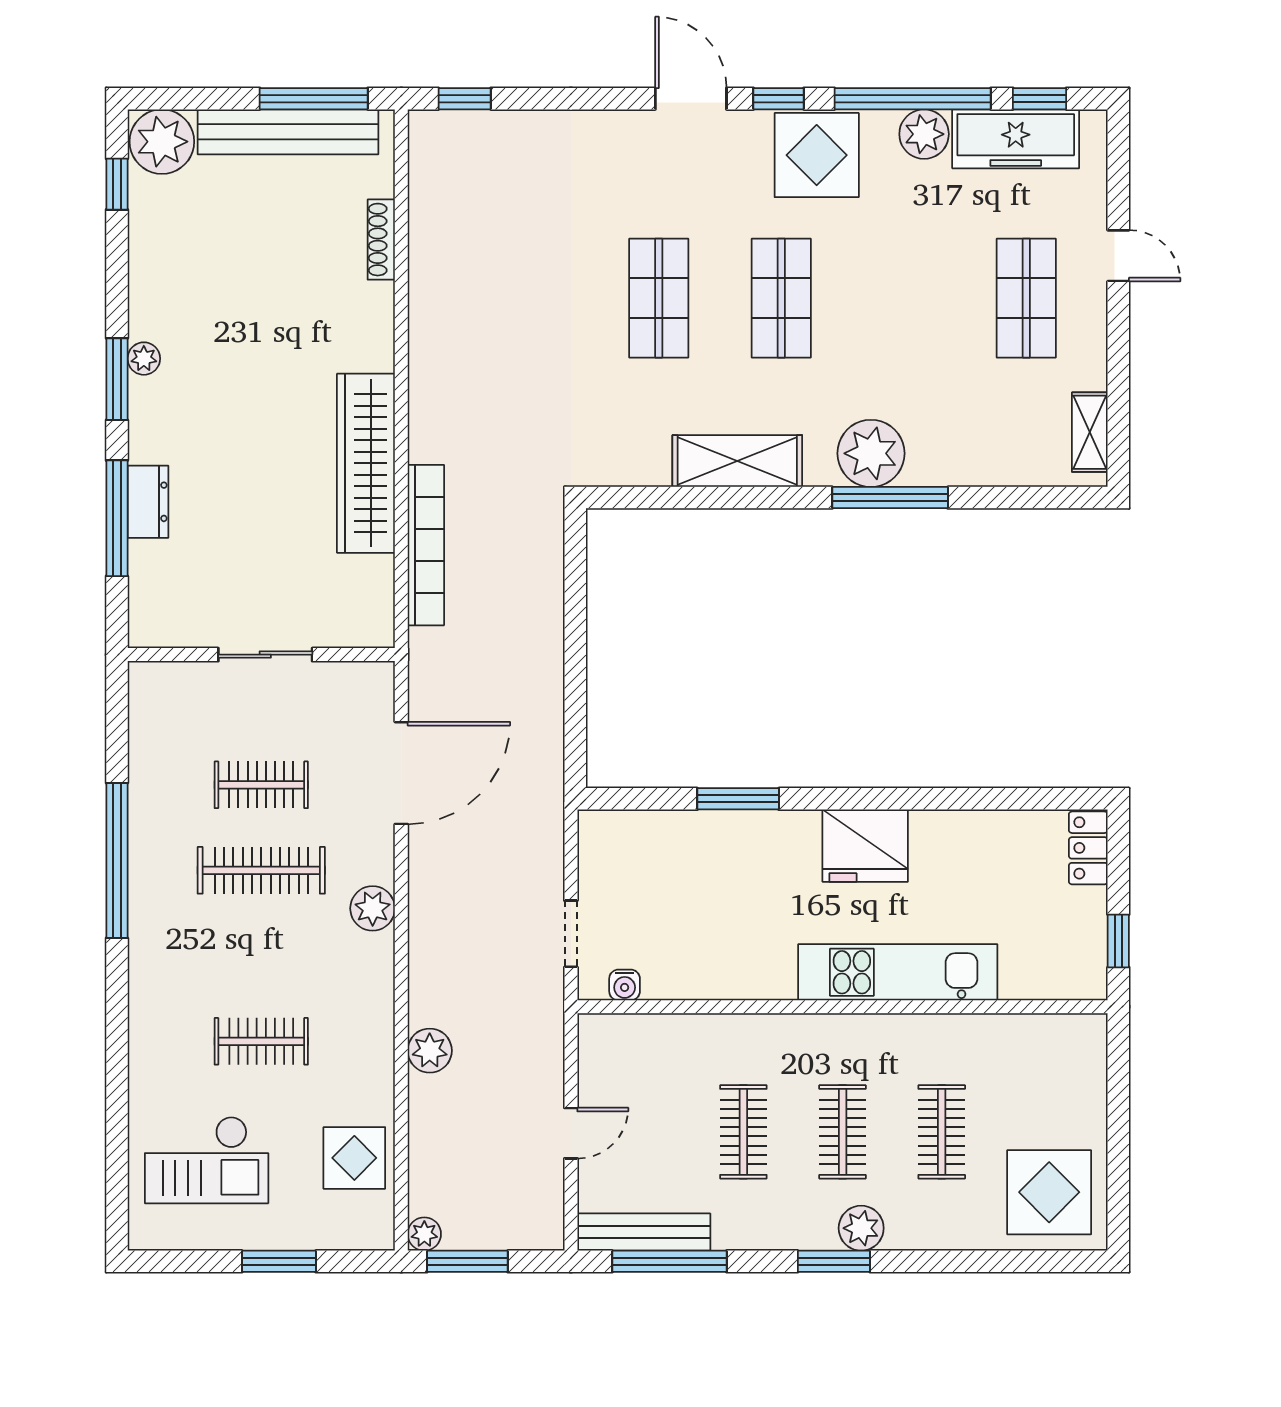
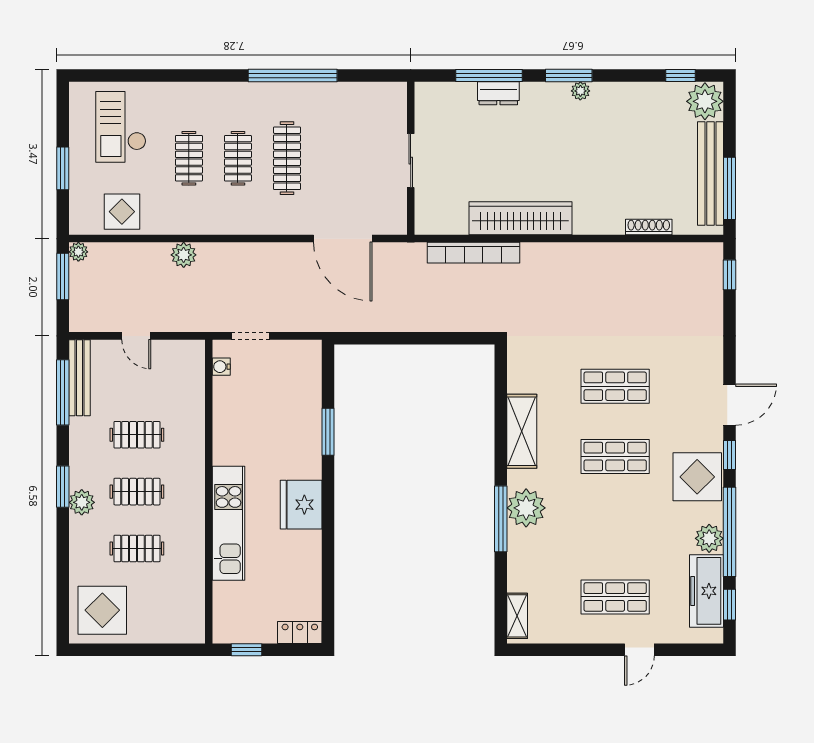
shelving: (1090, 432) -> (517, 616), moved, turned 90
clothes rail: (261, 785) -> (238, 158), moved
plant: (373, 908) -> (265, 222), removed

